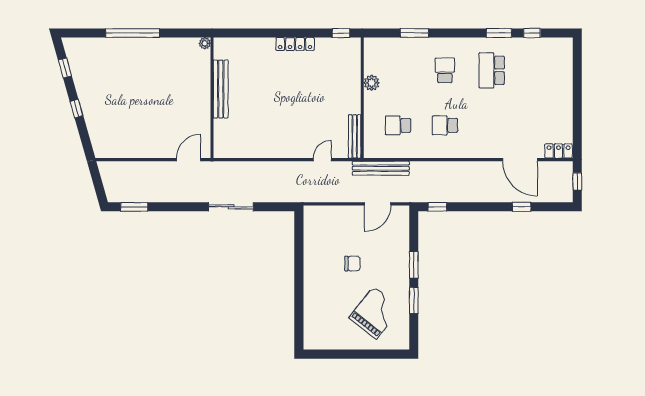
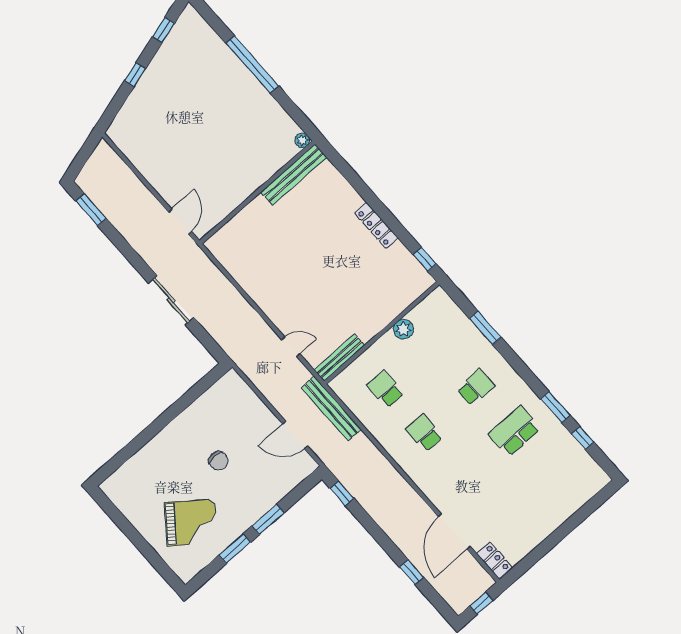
bench: (221, 89) -> (294, 175), moved
door: (189, 160) -> (180, 222), hinge flipped

